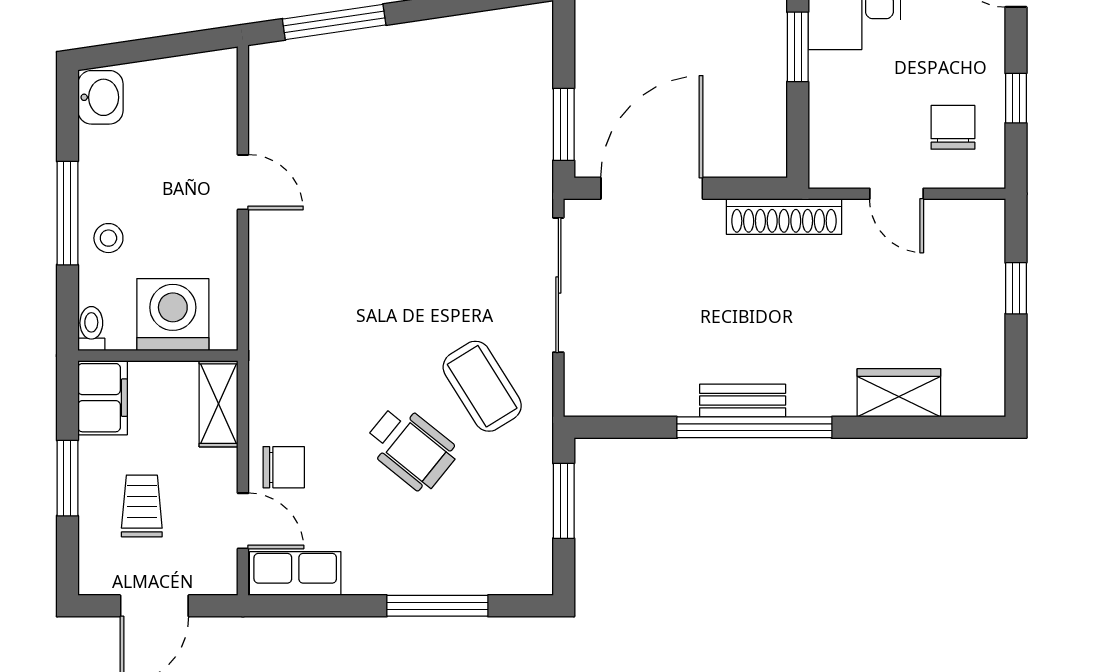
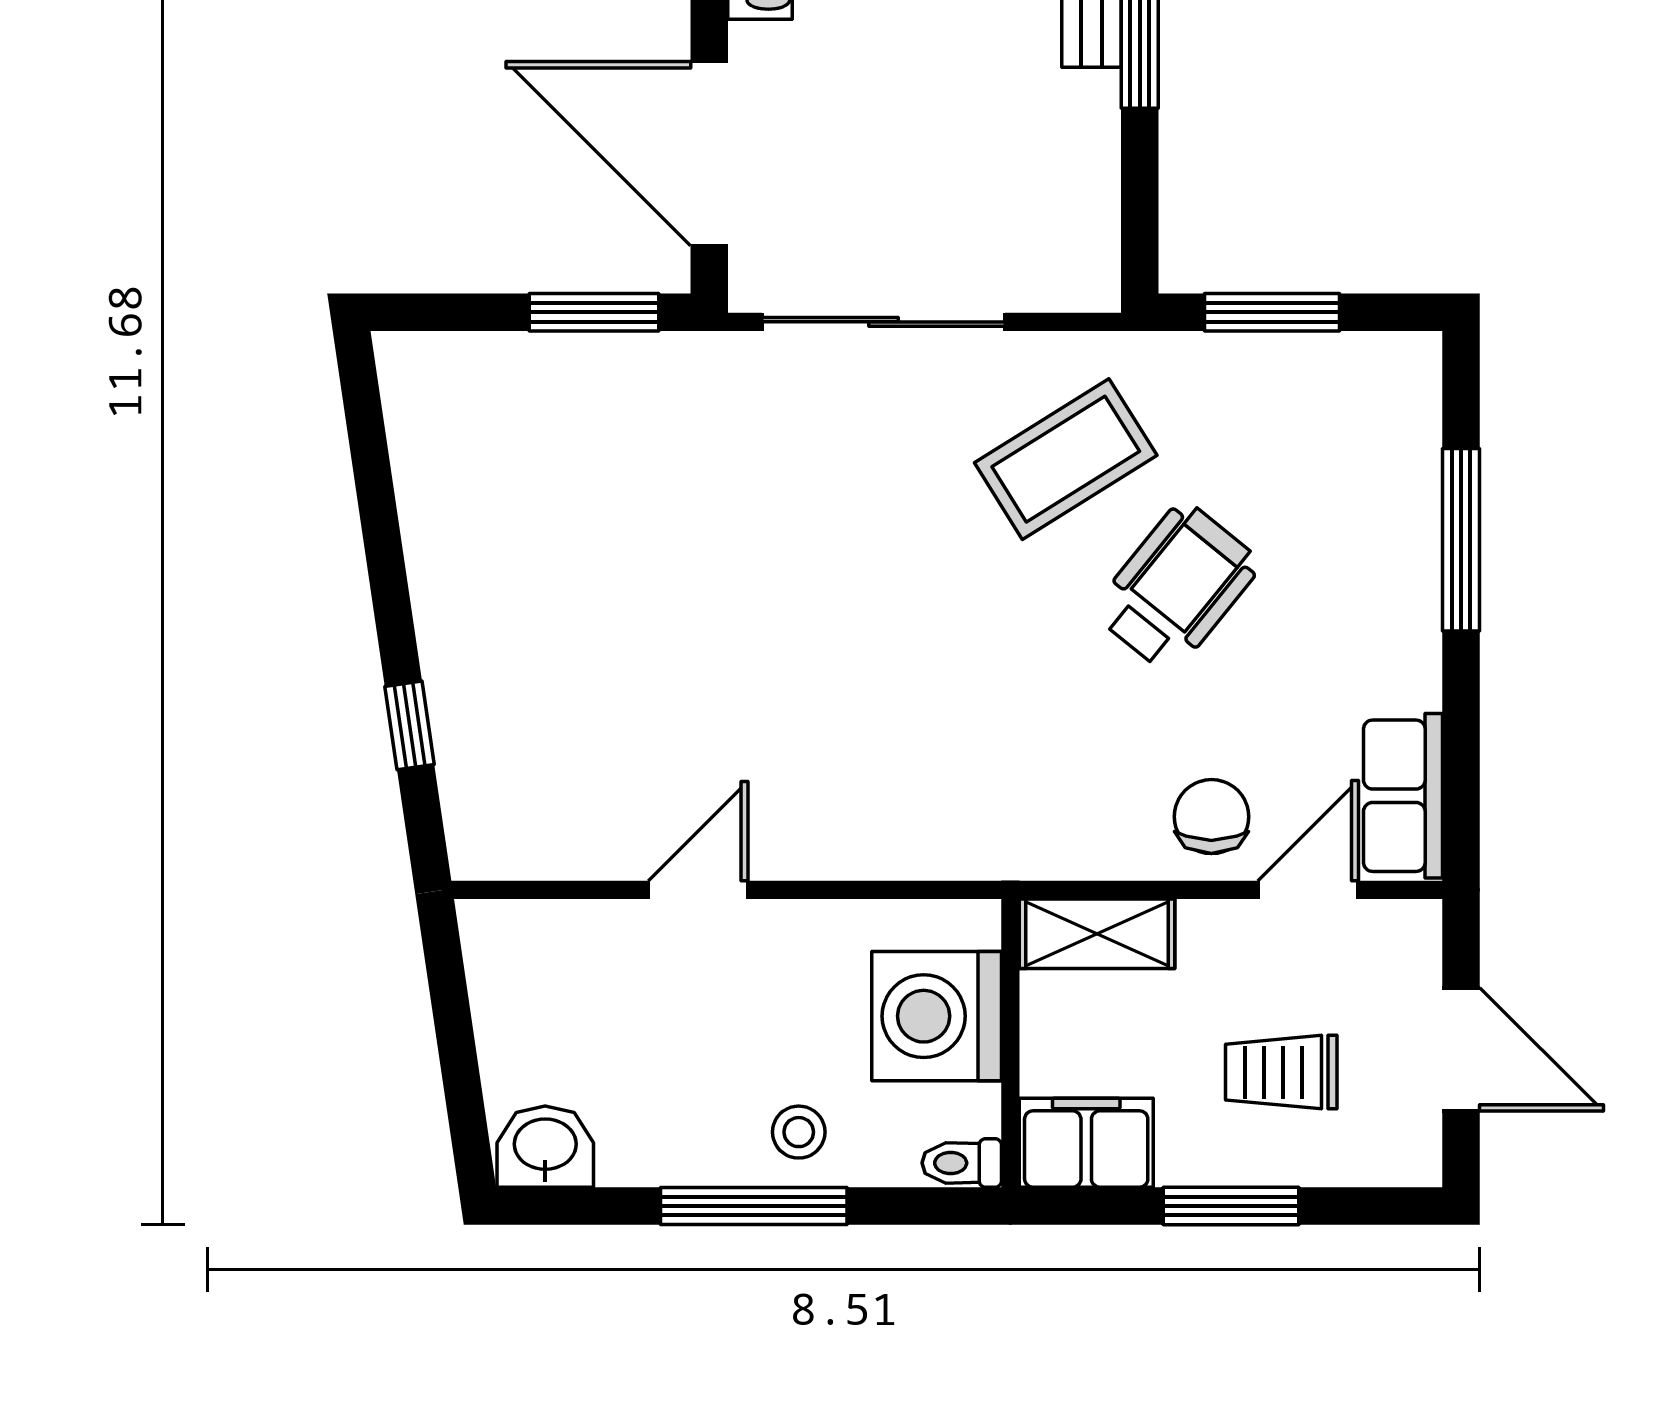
window: (334, 22) -> (409, 725), width x0.46

